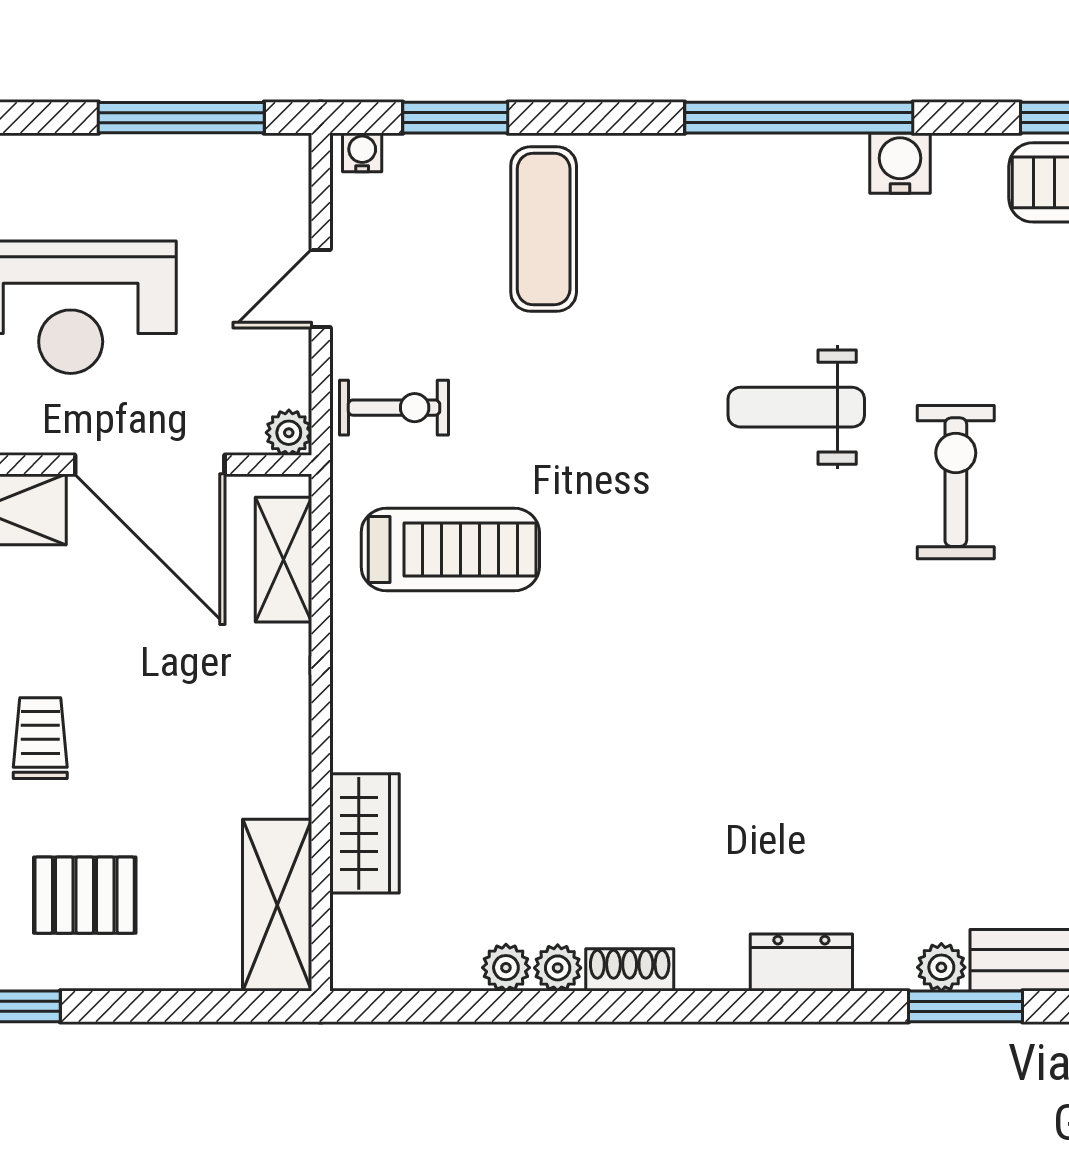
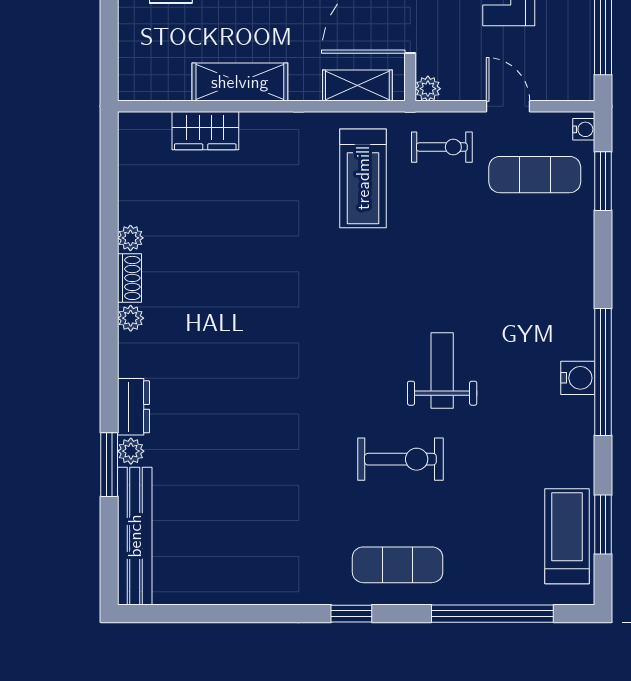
water cooler: (900, 163) -> (578, 378), moved
exercise mat: (544, 229) -> (535, 175), moved
exercise bike: (394, 408) -> (442, 147), turned -90
shelving: (277, 905) -> (240, 82), moved
dresser: (801, 962) -> (134, 407), moved
plant: (506, 968) -> (131, 318), moved

